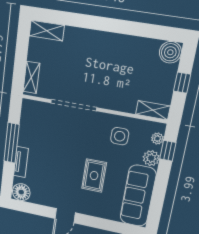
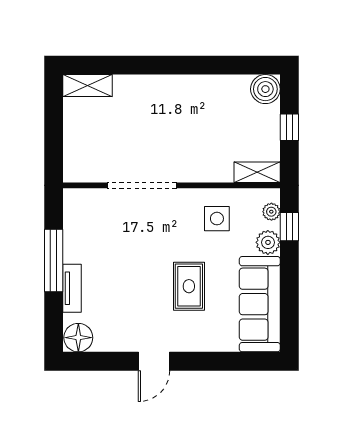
shelving: (31, 77) -> (73, 155), removed

